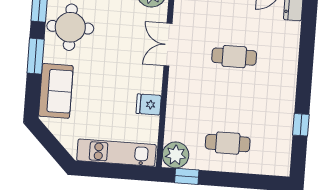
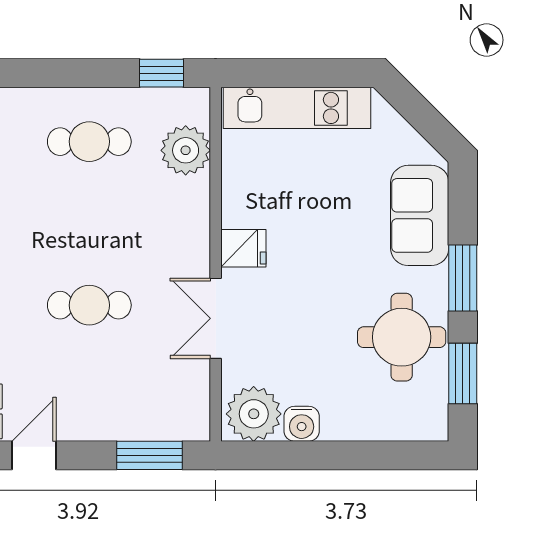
double door: (168, 45) -> (216, 318), swing flipped
fridge: (149, 104) -> (243, 248), moved
plant: (176, 155) -> (186, 150), moved

